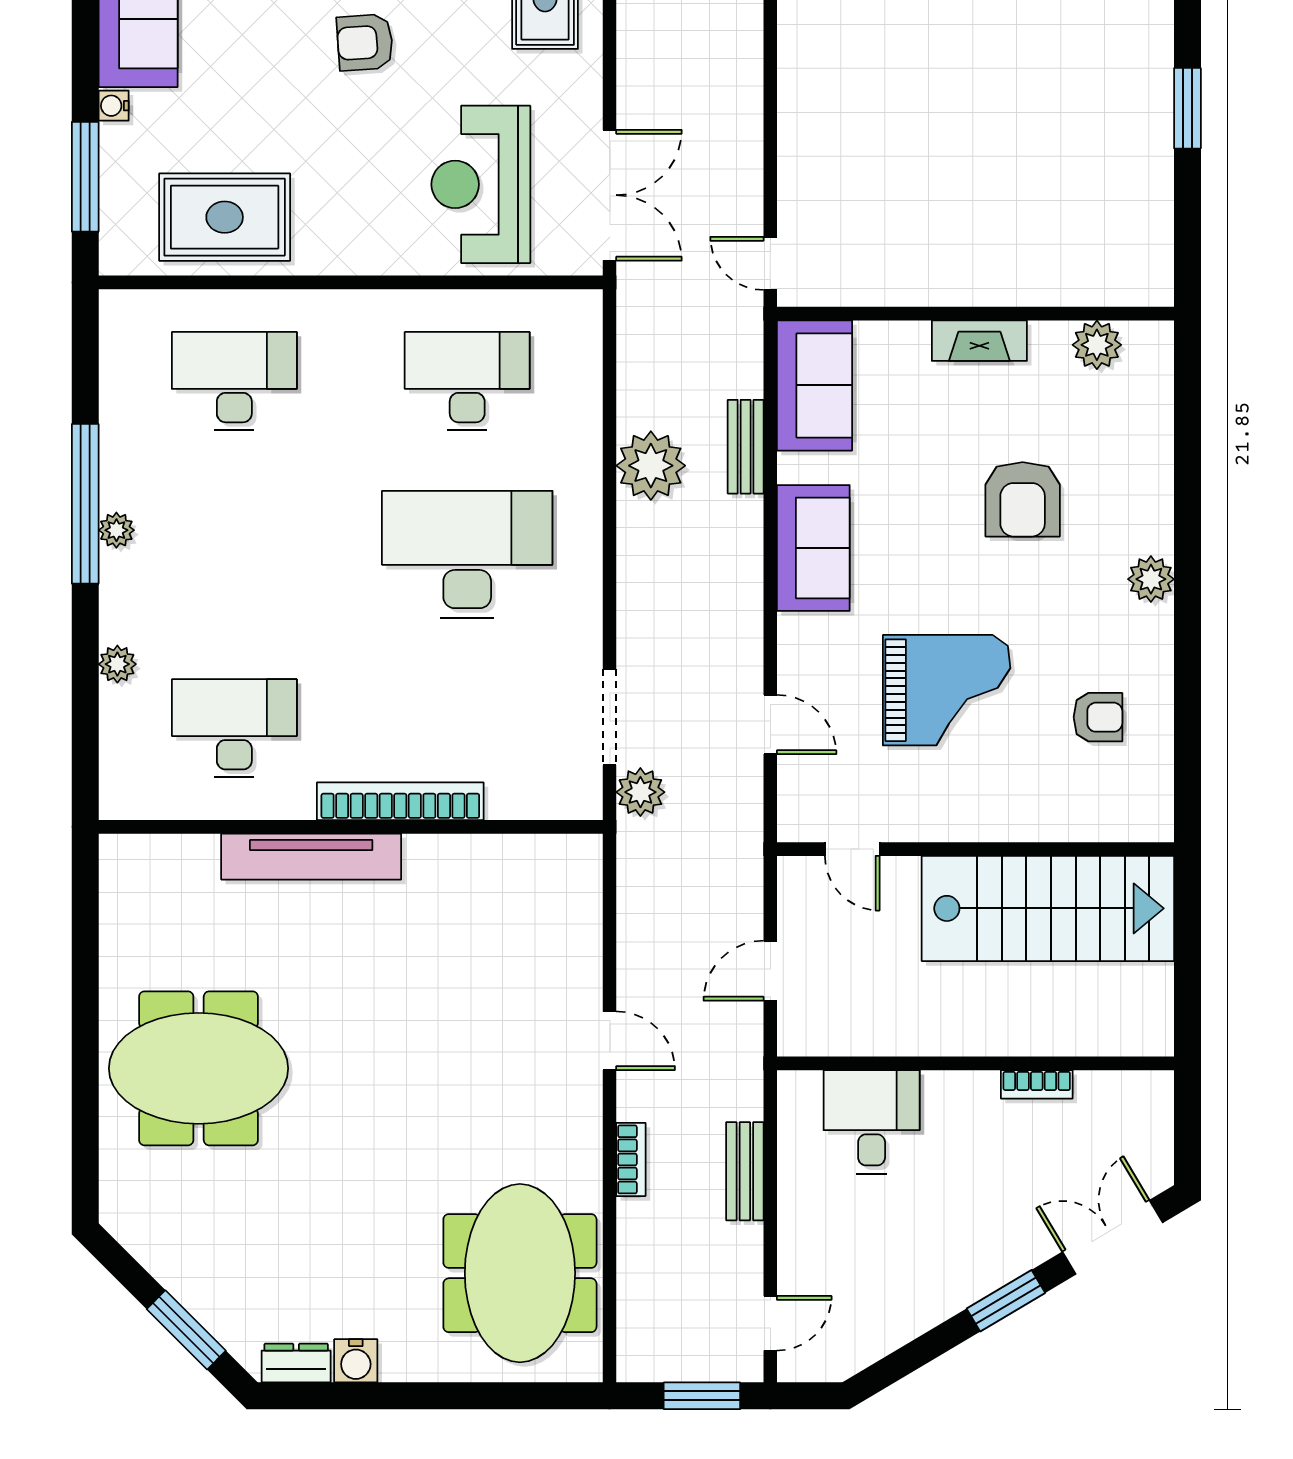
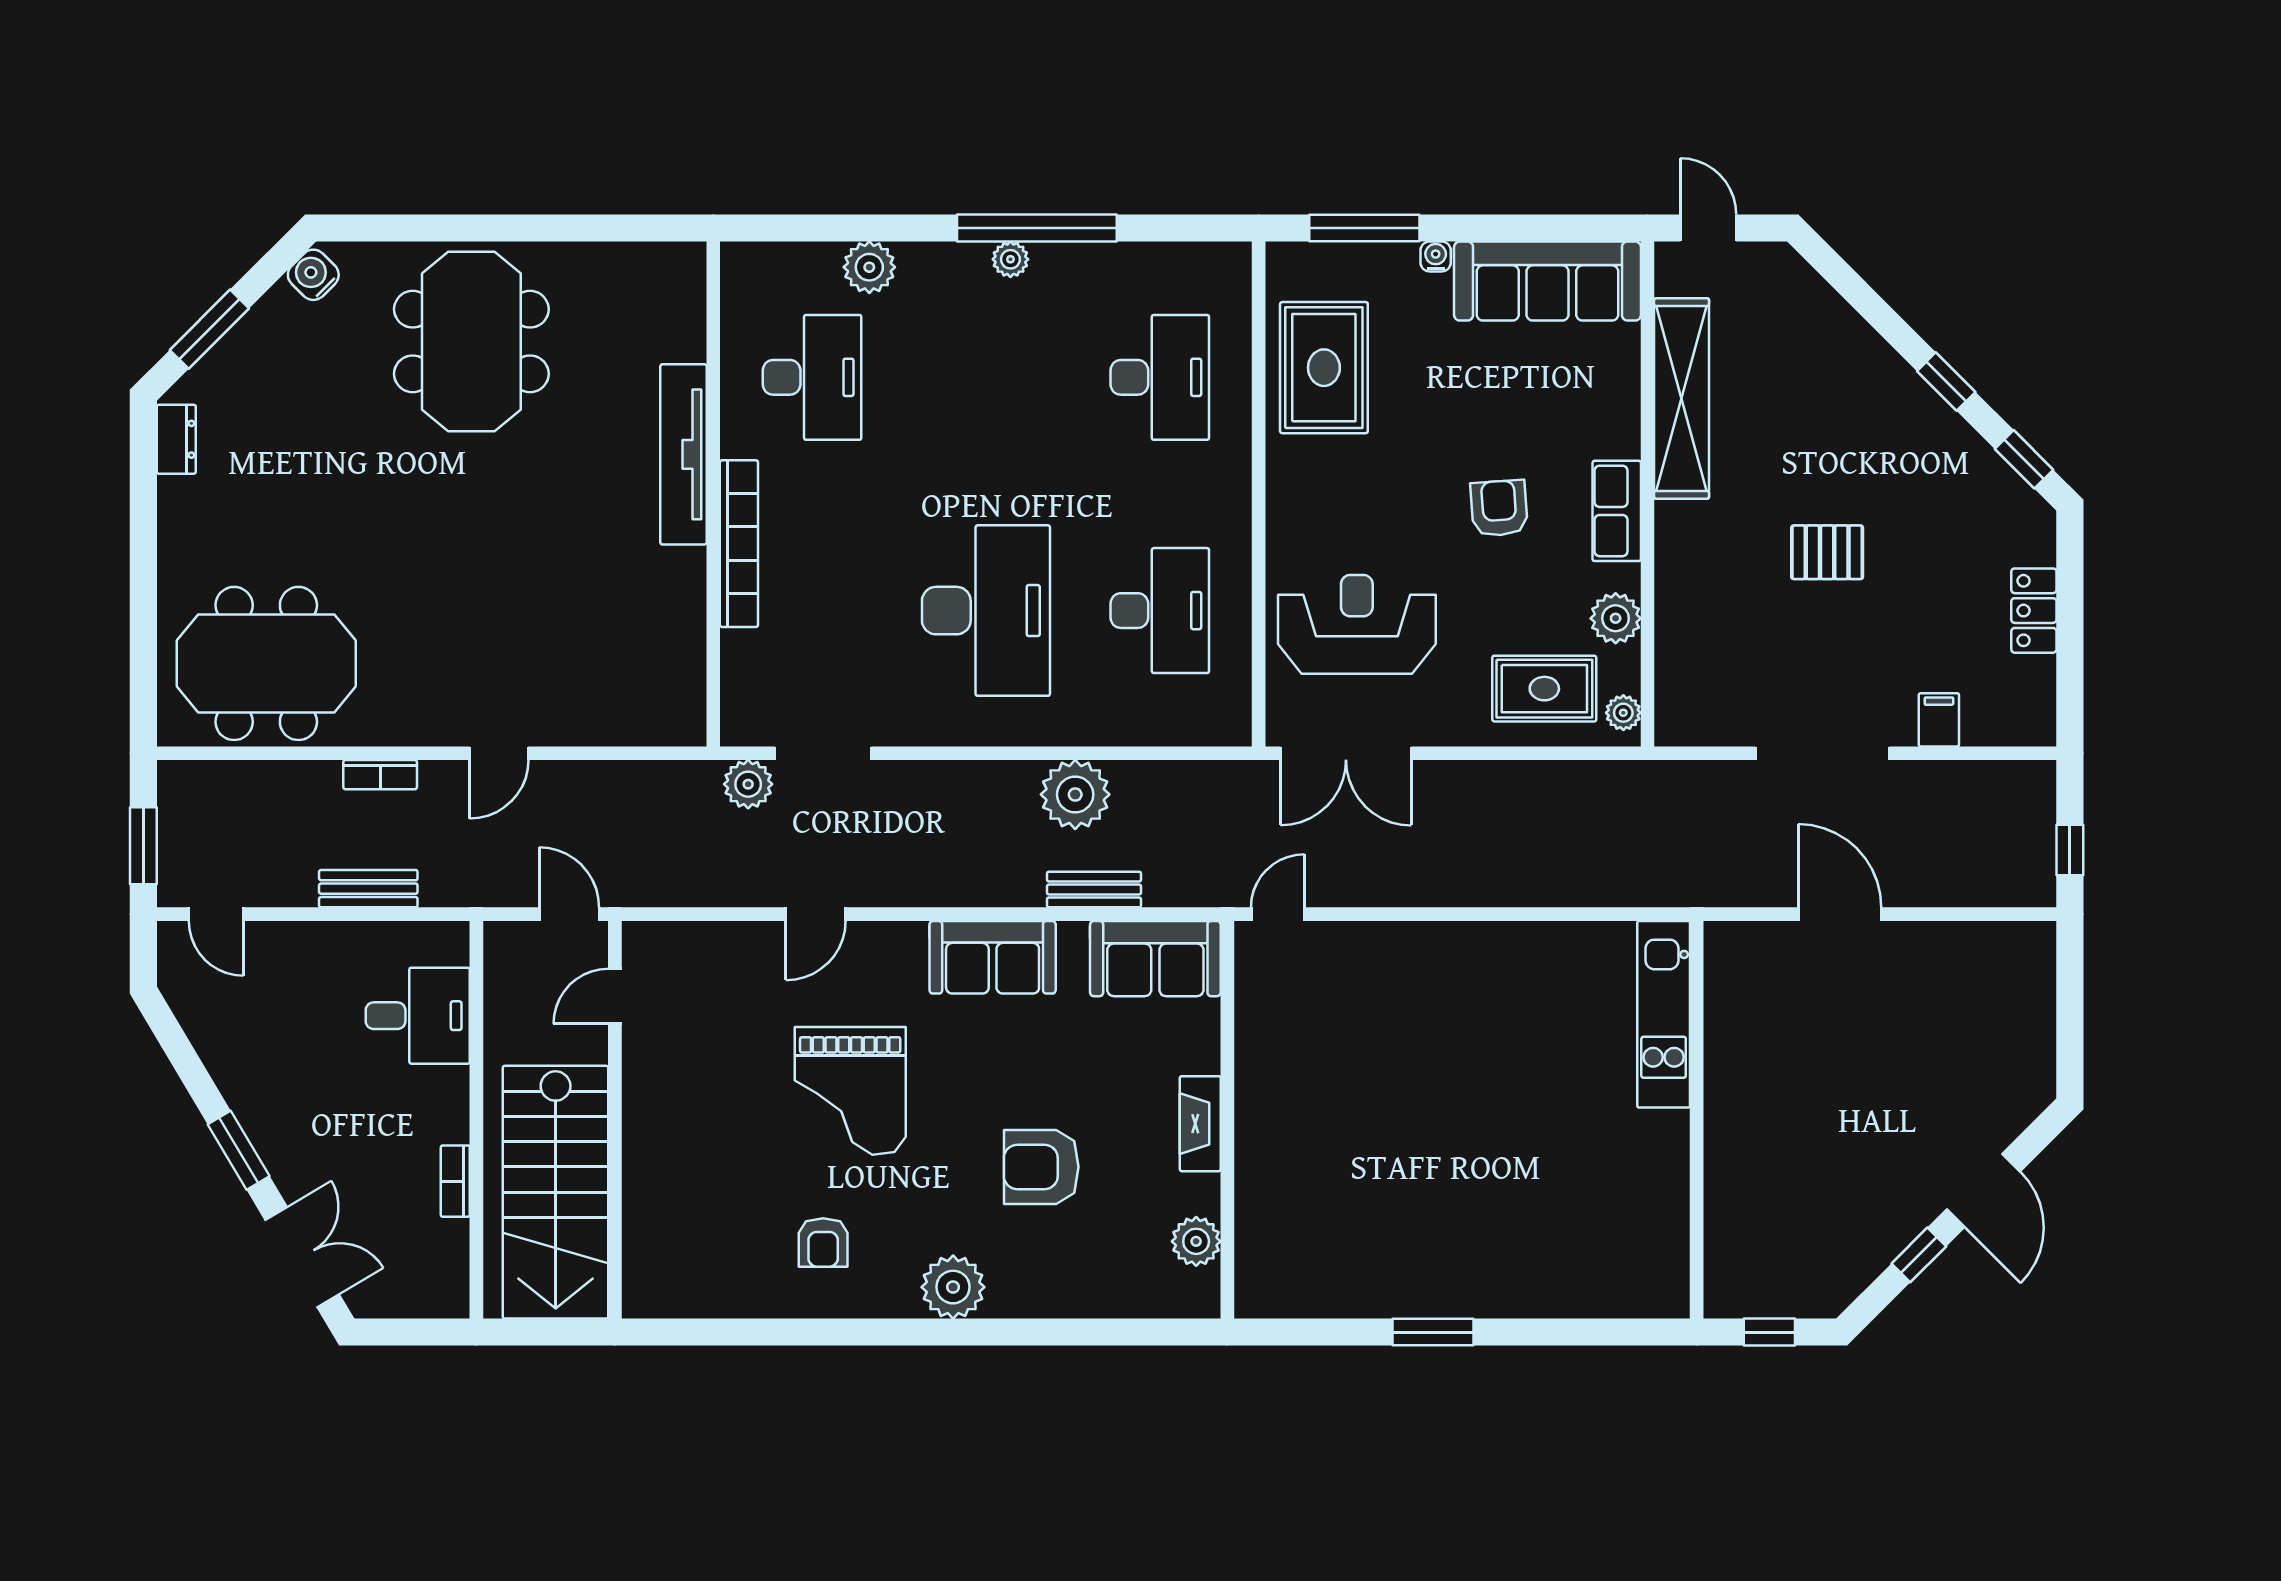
plant: (1151, 579) -> (953, 1287), width x1.36, depth x1.36
plant: (117, 664) -> (869, 267), width x1.38, depth x1.38
door: (852, 849) -> (615, 996), moved
wall: (975, 849) -> (615, 1120), moved
stairs: (1048, 908) -> (556, 1192), moved
water cooler: (356, 1361) -> (313, 275), moved, turned 45

